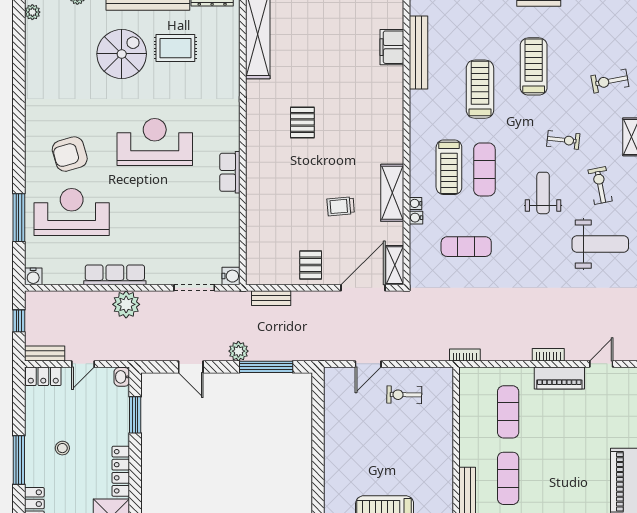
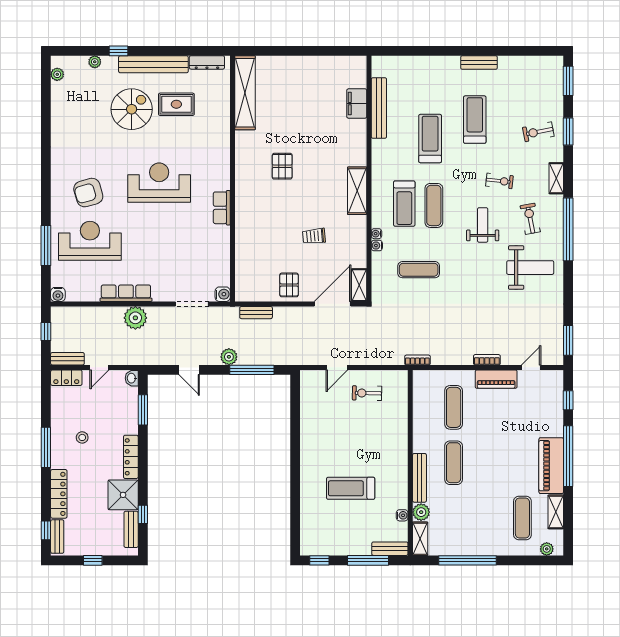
shelving: (392, 193) -> (357, 191), moved

